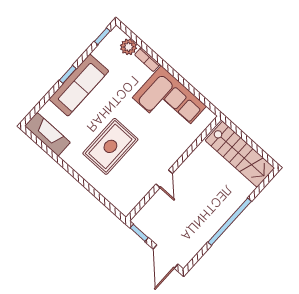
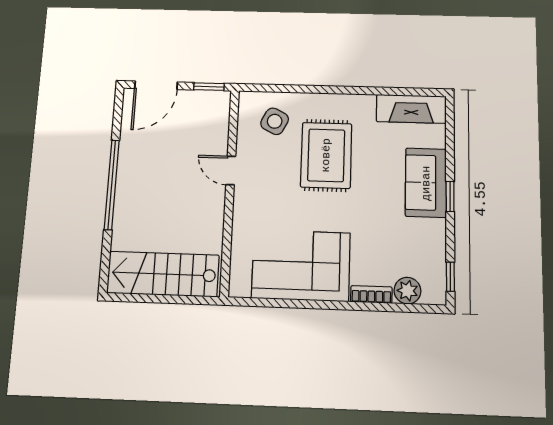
sofa: (79, 85) -> (426, 183), width x0.73
side table: (121, 186) -> (275, 121), added
door: (165, 257) -> (156, 85), swing flipped

